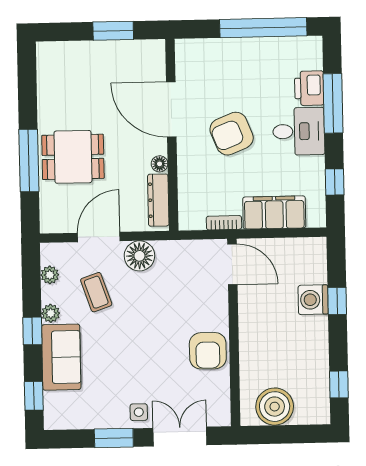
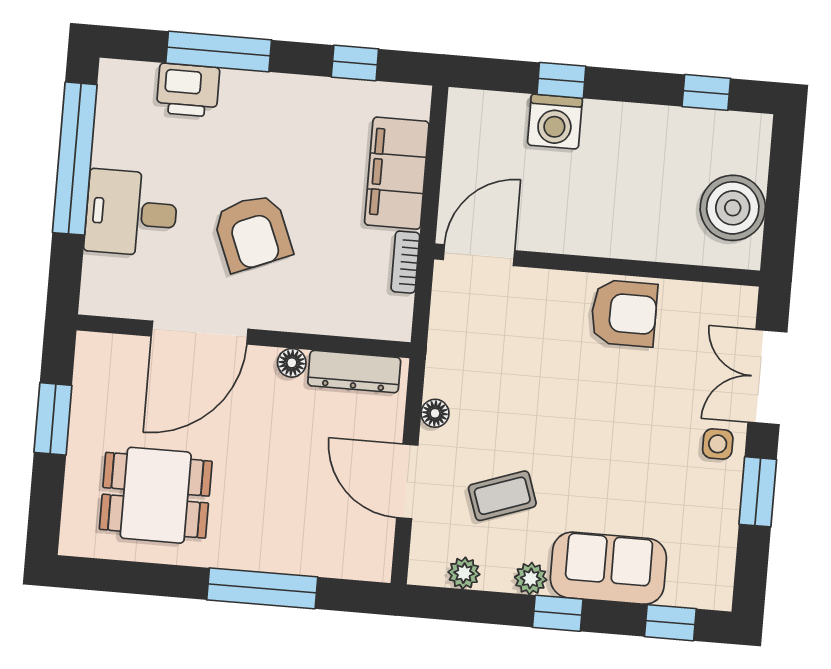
desk: (299, 131) -> (131, 213), moved, turned -90
dining table: (73, 157) -> (156, 495), moved, turned 90
floor lamp: (139, 256) -> (435, 413), width x0.53, depth x0.53

